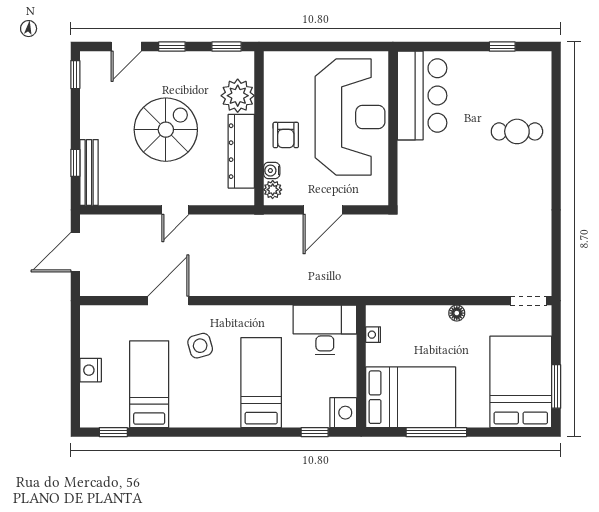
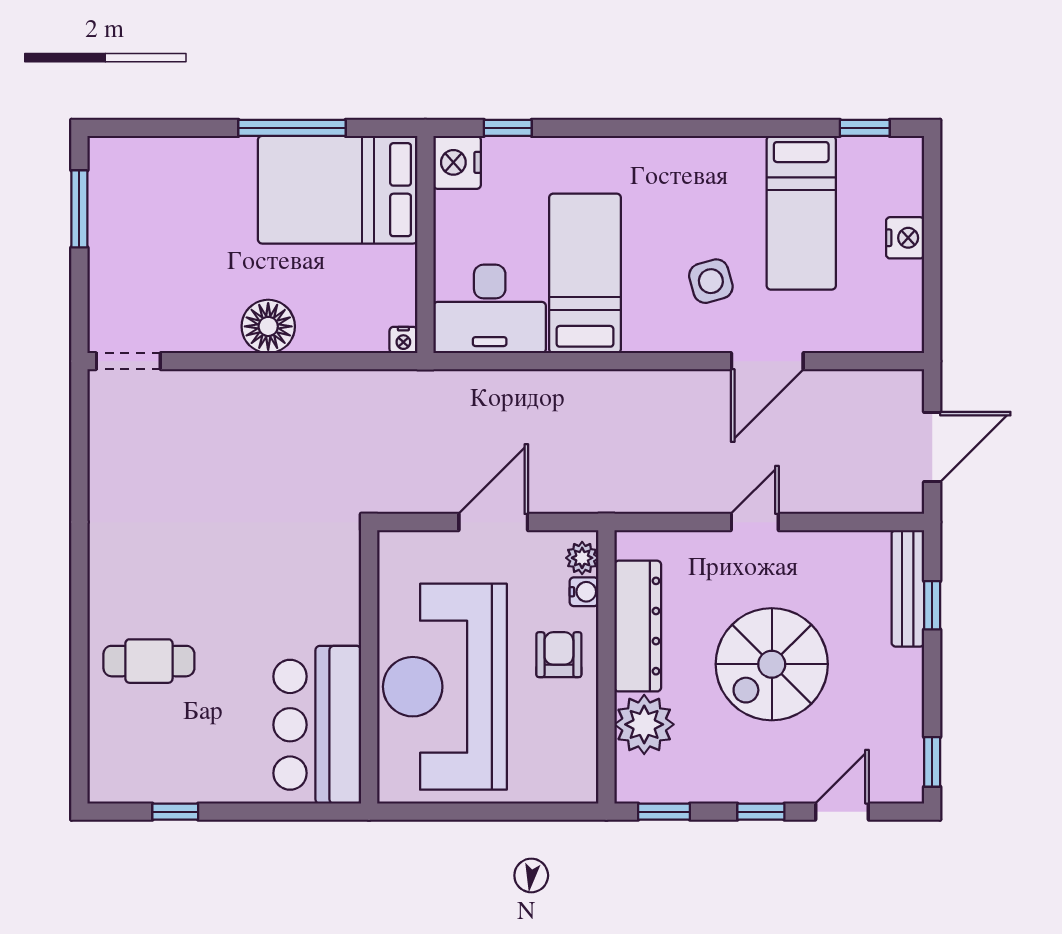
floor lamp: (457, 313) -> (268, 326), width x1.89, depth x1.89
nightstand: (373, 335) -> (403, 340), moved, turned 90
bed: (521, 382) -> (142, 217), removed
bed: (261, 383) -> (585, 273), moved, turned 180

